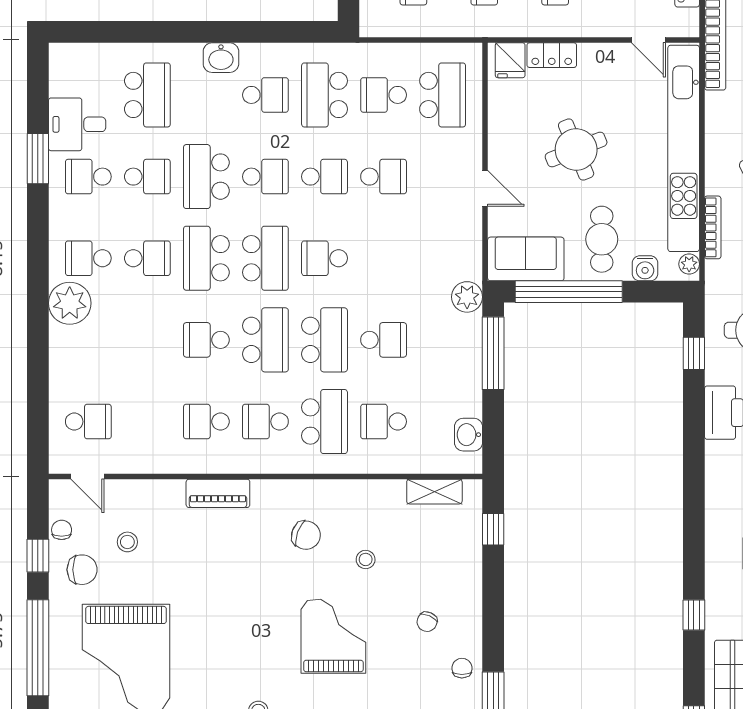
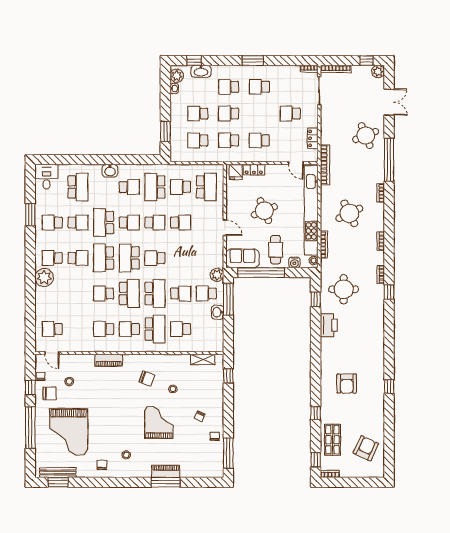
desk: (77, 124) -> (46, 177), moved, turned 90
school desk: (265, 258) -> (129, 258), turned 180
school desk: (443, 340) -> (206, 294), added
school desk: (88, 422) -> (52, 329), turned 180
washbasin: (468, 435) -> (218, 312), moved

